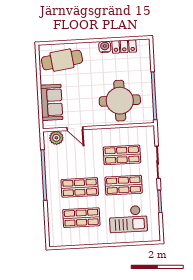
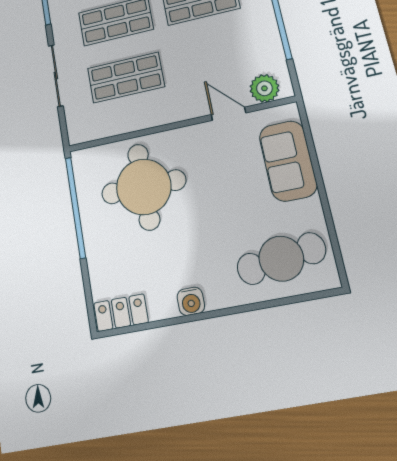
locker: (124, 46) -> (121, 313), moved

